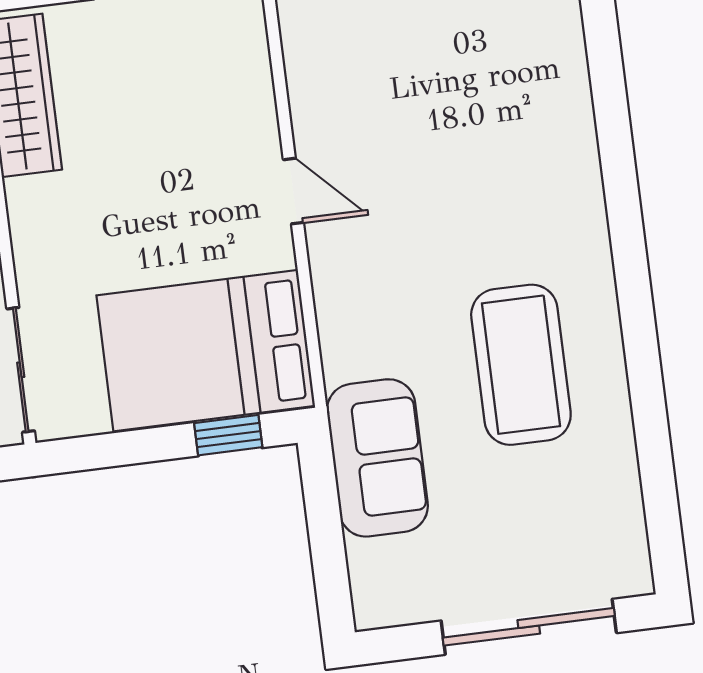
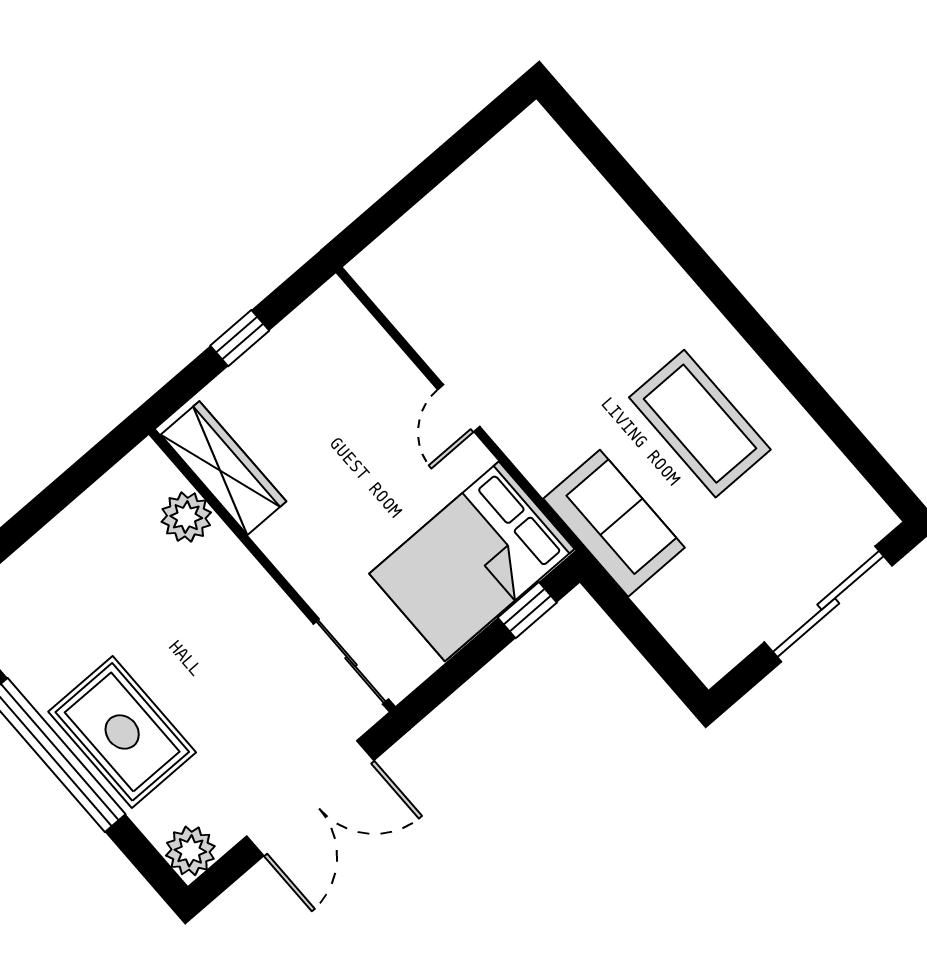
door: (293, 191) -> (459, 408), swing flipped
sofa: (377, 458) -> (614, 523), moved

